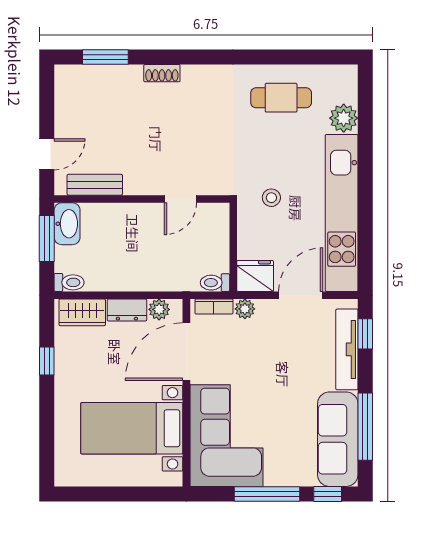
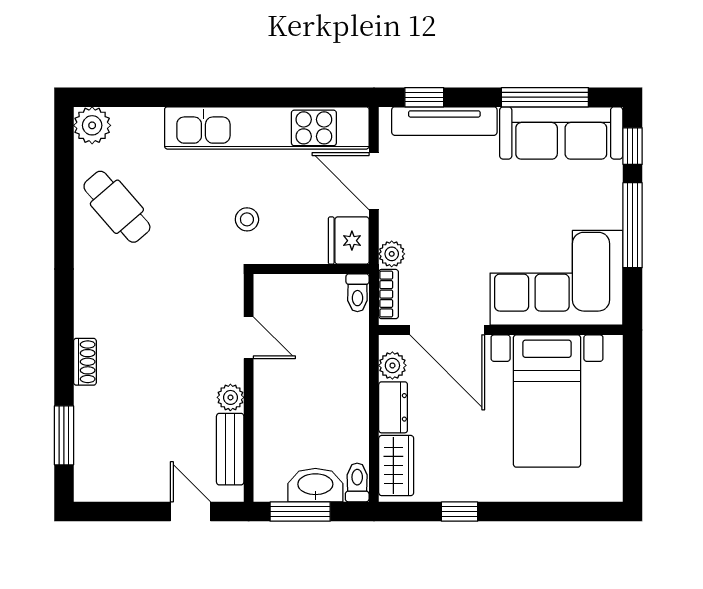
cafe table: (281, 98) -> (117, 207), turned -41
plant: (344, 118) -> (92, 125), moved
plant: (135, 185) -> (230, 397), added
washbasin: (67, 224) -> (315, 485), moved

